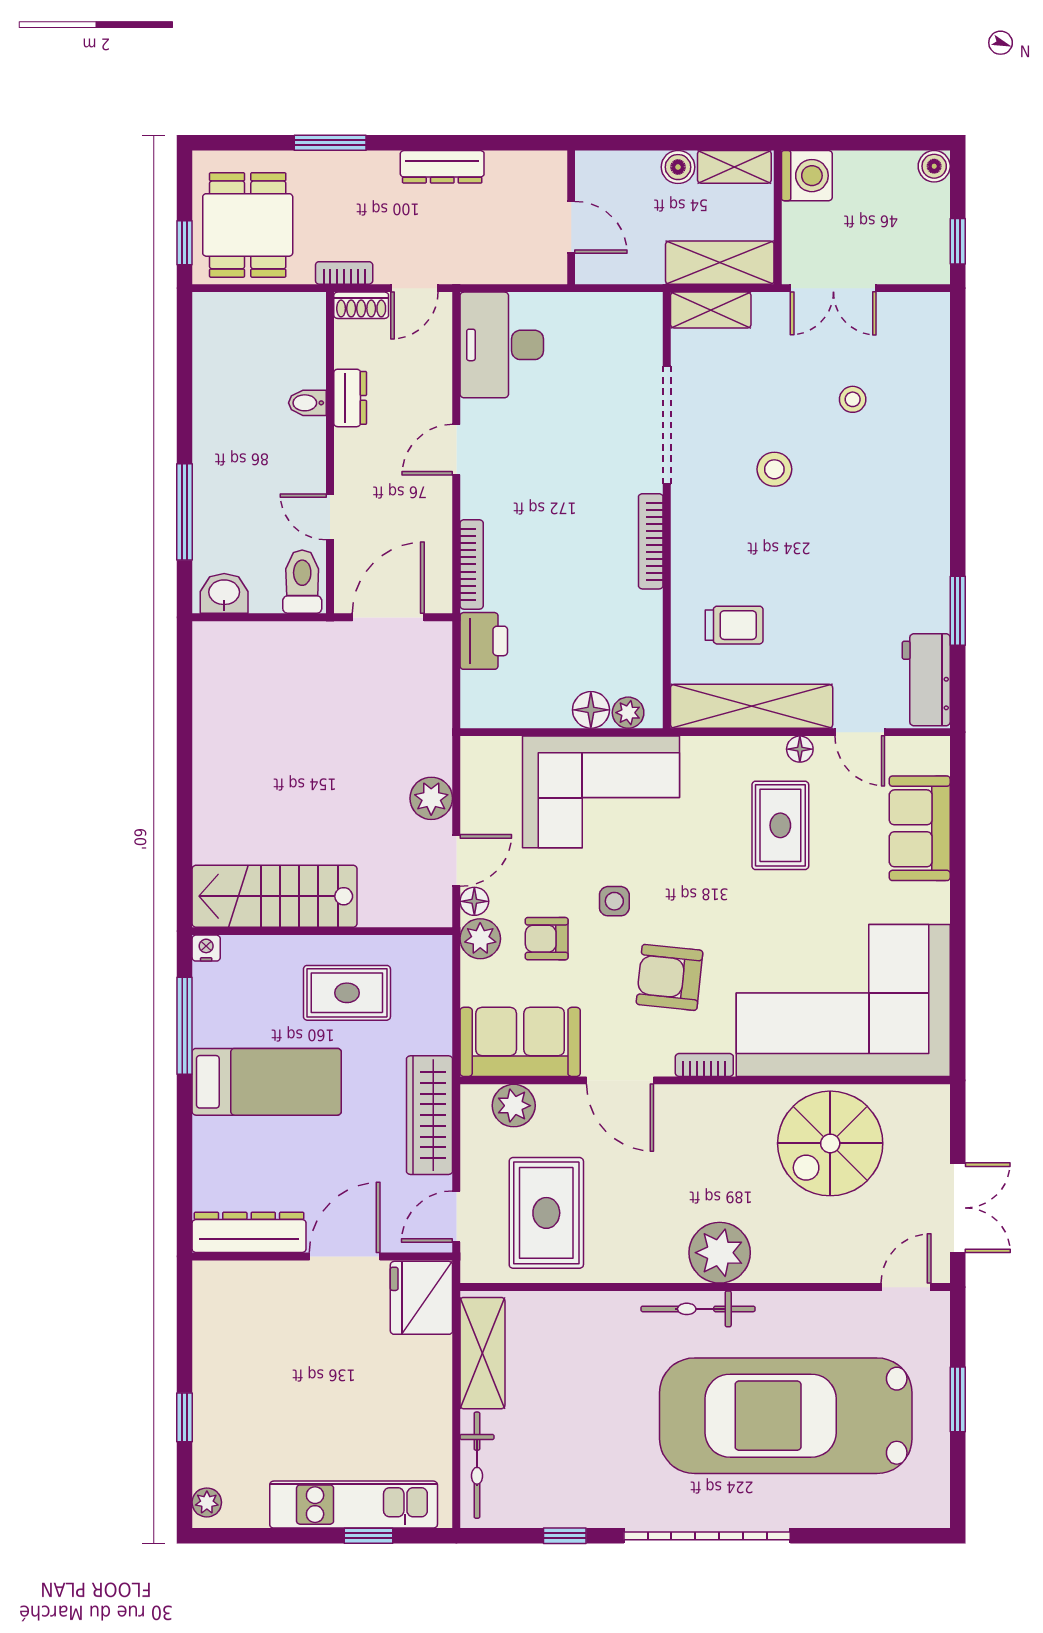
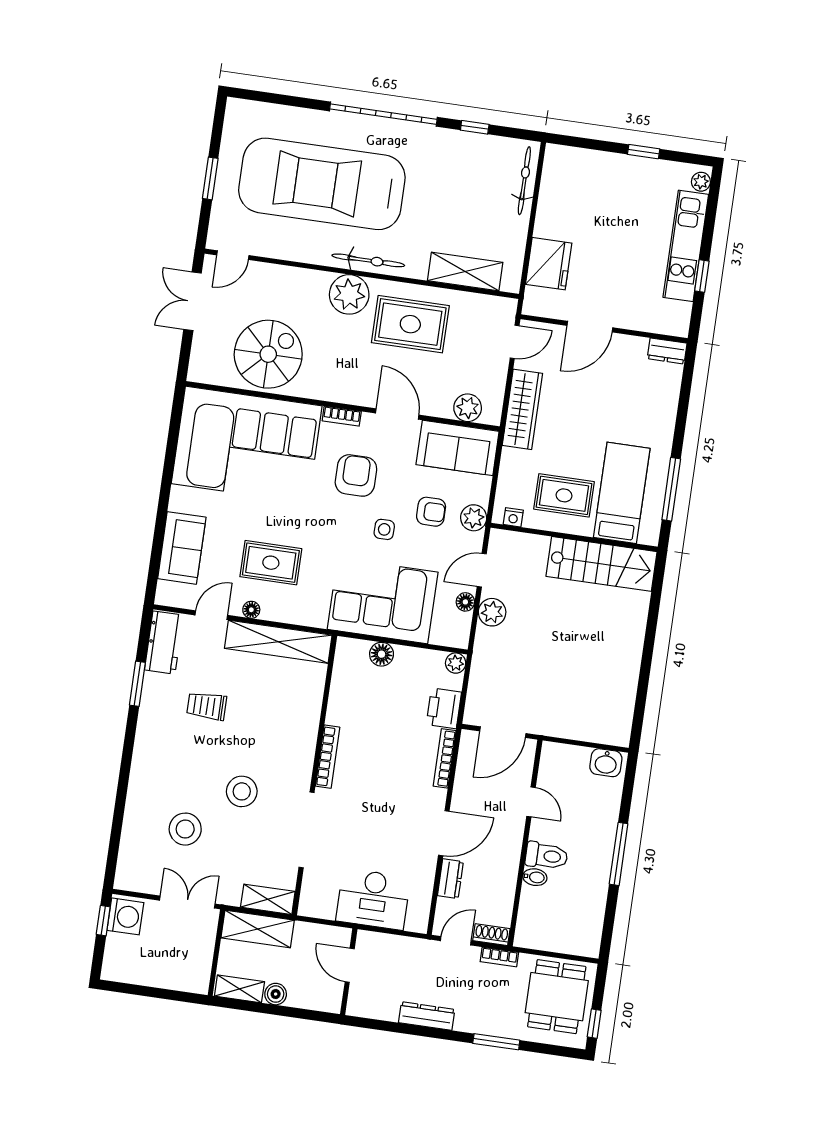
boiler: (934, 166) -> (111, 971), removed
washing machine: (807, 176) -> (125, 916), moved, turned 180
window: (185, 243) -> (594, 1024), moved
desk: (502, 345) -> (373, 899), moved, turned 90
dresser: (350, 398) -> (450, 879), moved, turned 180
stool: (853, 399) -> (185, 829), width x1.89, depth x1.89
door: (456, 450) -> (444, 833), width x1.38
stool: (774, 469) -> (242, 791), width x1.38, depth x1.38
window: (185, 512) -> (619, 854), moved
toilet: (302, 582) -> (547, 856), moved, turned -90
trolley: (734, 625) -> (207, 706), moved
plant: (628, 713) -> (456, 663), moved
door: (860, 732) -> (211, 615), hinge flipped
rug: (780, 825) -> (271, 563), turned 90
floor lamp: (474, 901) -> (465, 602), moved
nightstand: (206, 948) -> (513, 517), moved
armchair: (670, 977) -> (356, 475), turned -96
bed: (267, 1082) -> (622, 493), moved, turned 90
rug: (546, 1213) -> (410, 324), moved, turned 90
dresser: (249, 1232) -> (667, 351), width x0.51, depth x0.80
fridge: (421, 1298) -> (549, 264), moved
shelving: (482, 1353) -> (465, 272), moved, turned 90
car: (786, 1416) -> (322, 184), turned 180
window: (185, 1417) -> (702, 276), moved
kitchen unit: (354, 1505) -> (686, 246), moved, turned 90
window: (368, 1536) -> (644, 152), moved

